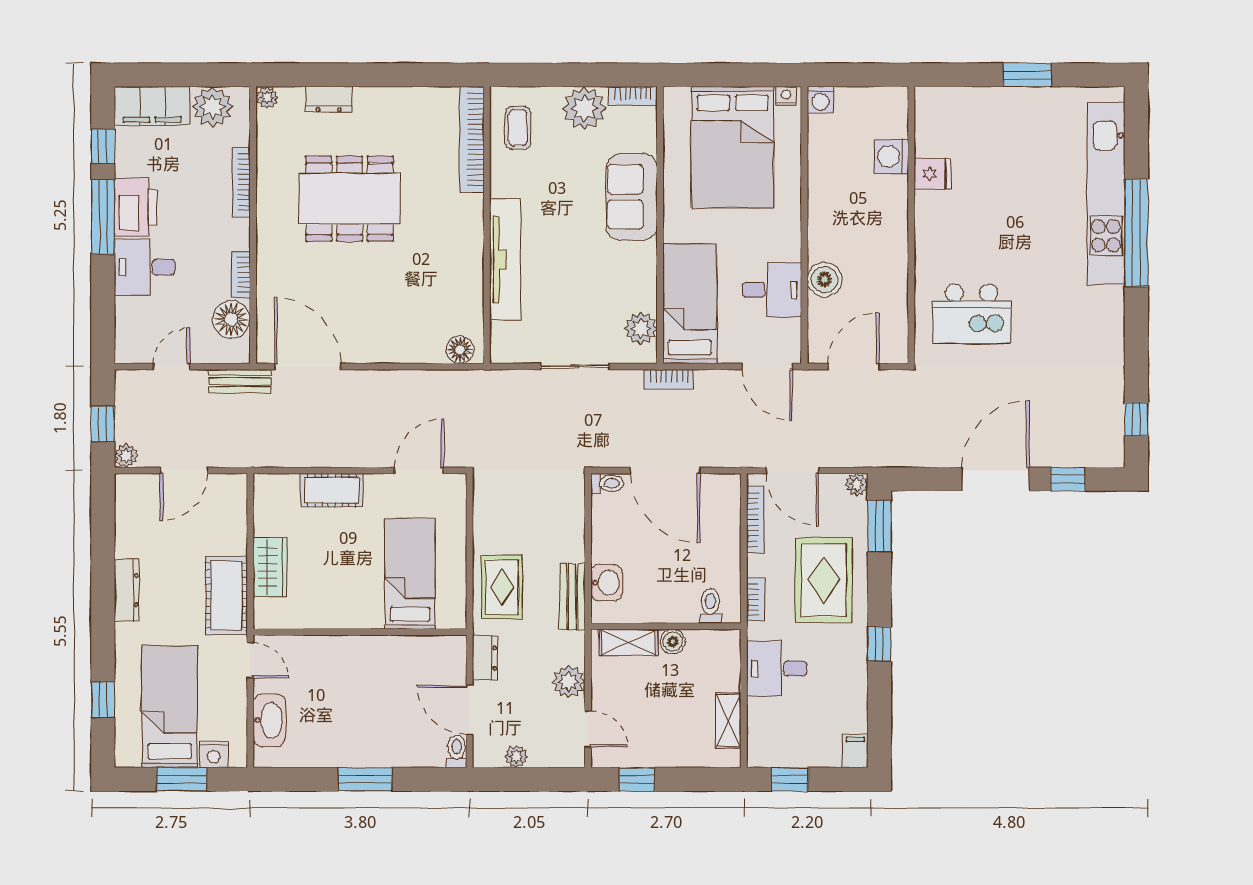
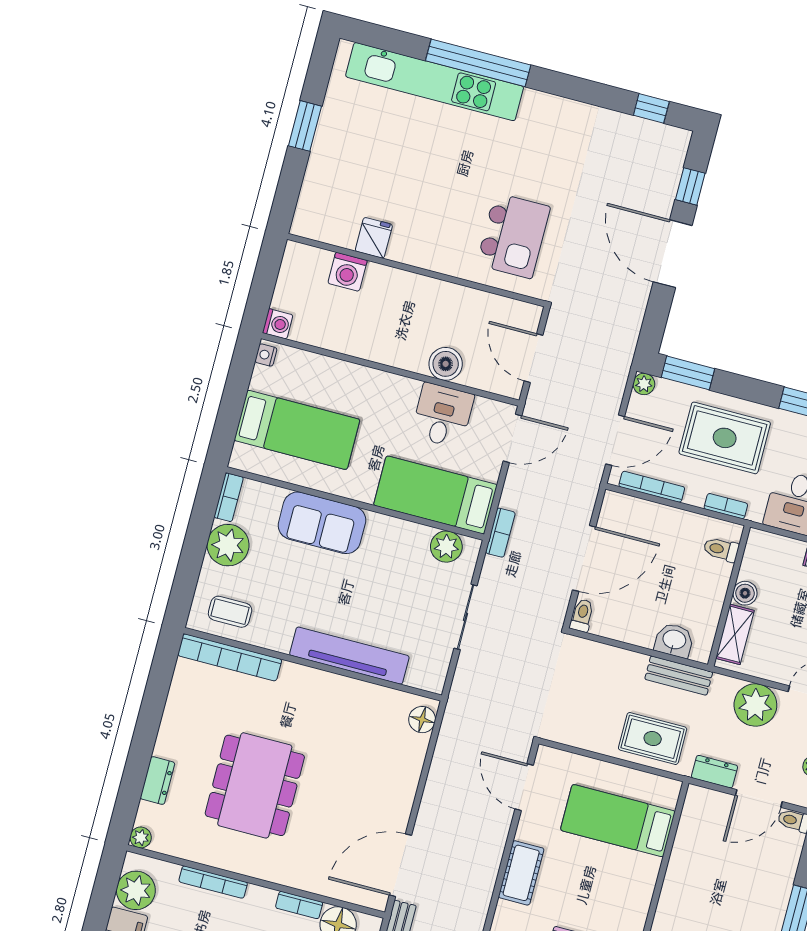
bed: (732, 147) -> (297, 430), width x0.67
plant: (569, 682) -> (755, 705), width x1.36, depth x1.36

